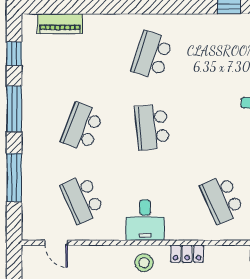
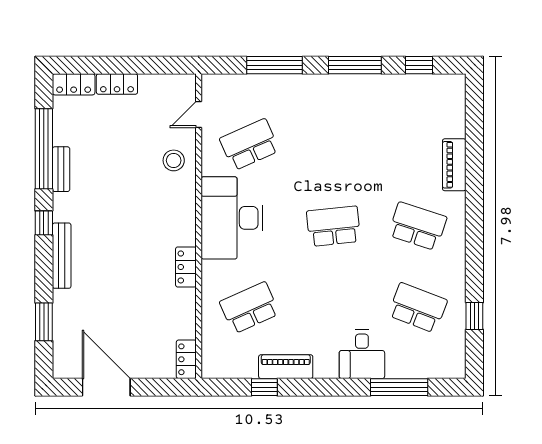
piano: (60, 24) -> (454, 165), moved
school desk: (82, 127) -> (418, 308), moved
desk: (145, 220) -> (232, 218), width x1.87, depth x1.30
stool: (144, 263) -> (174, 160), moved

